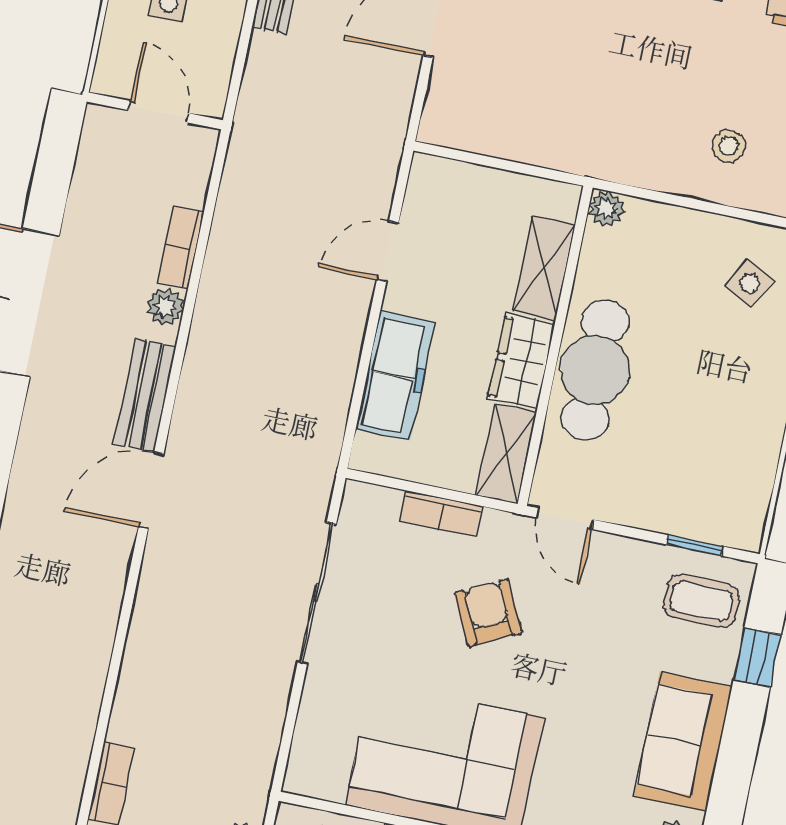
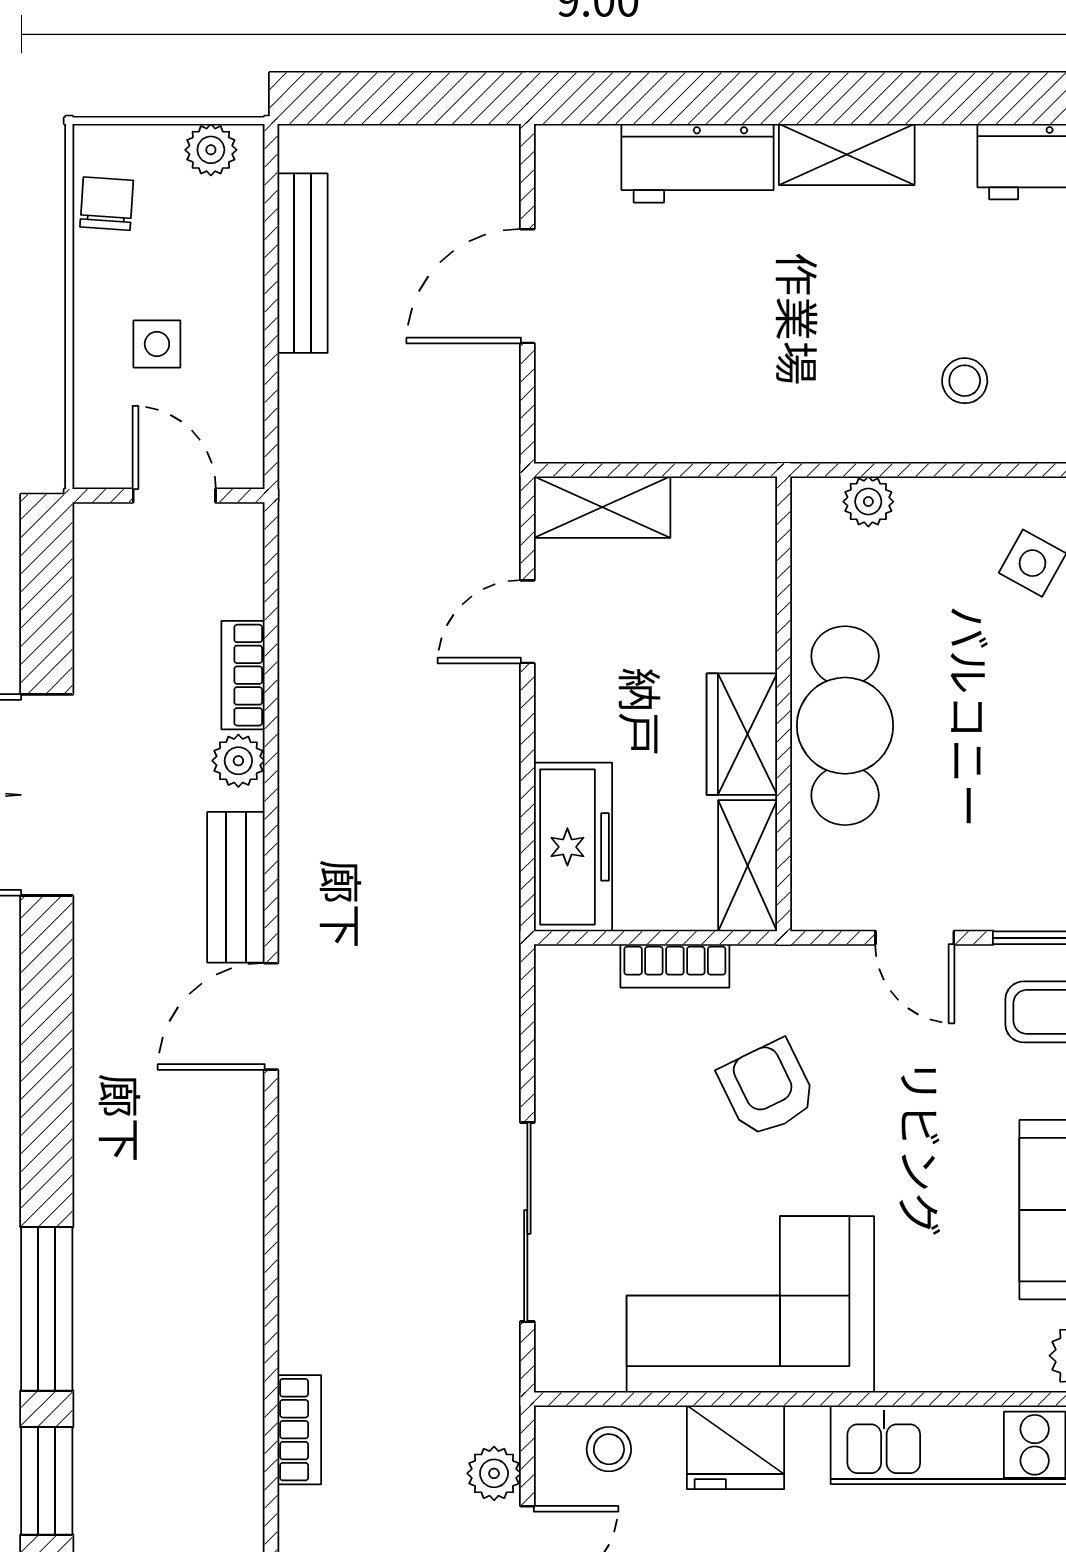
plant: (607, 209) -> (868, 502), moved
shelving: (544, 268) -> (602, 507), moved, turned 90
freezer: (395, 376) -> (573, 847), moved
door: (565, 519) -> (915, 938), moved
sliding door: (317, 593) -> (527, 1222), moved

